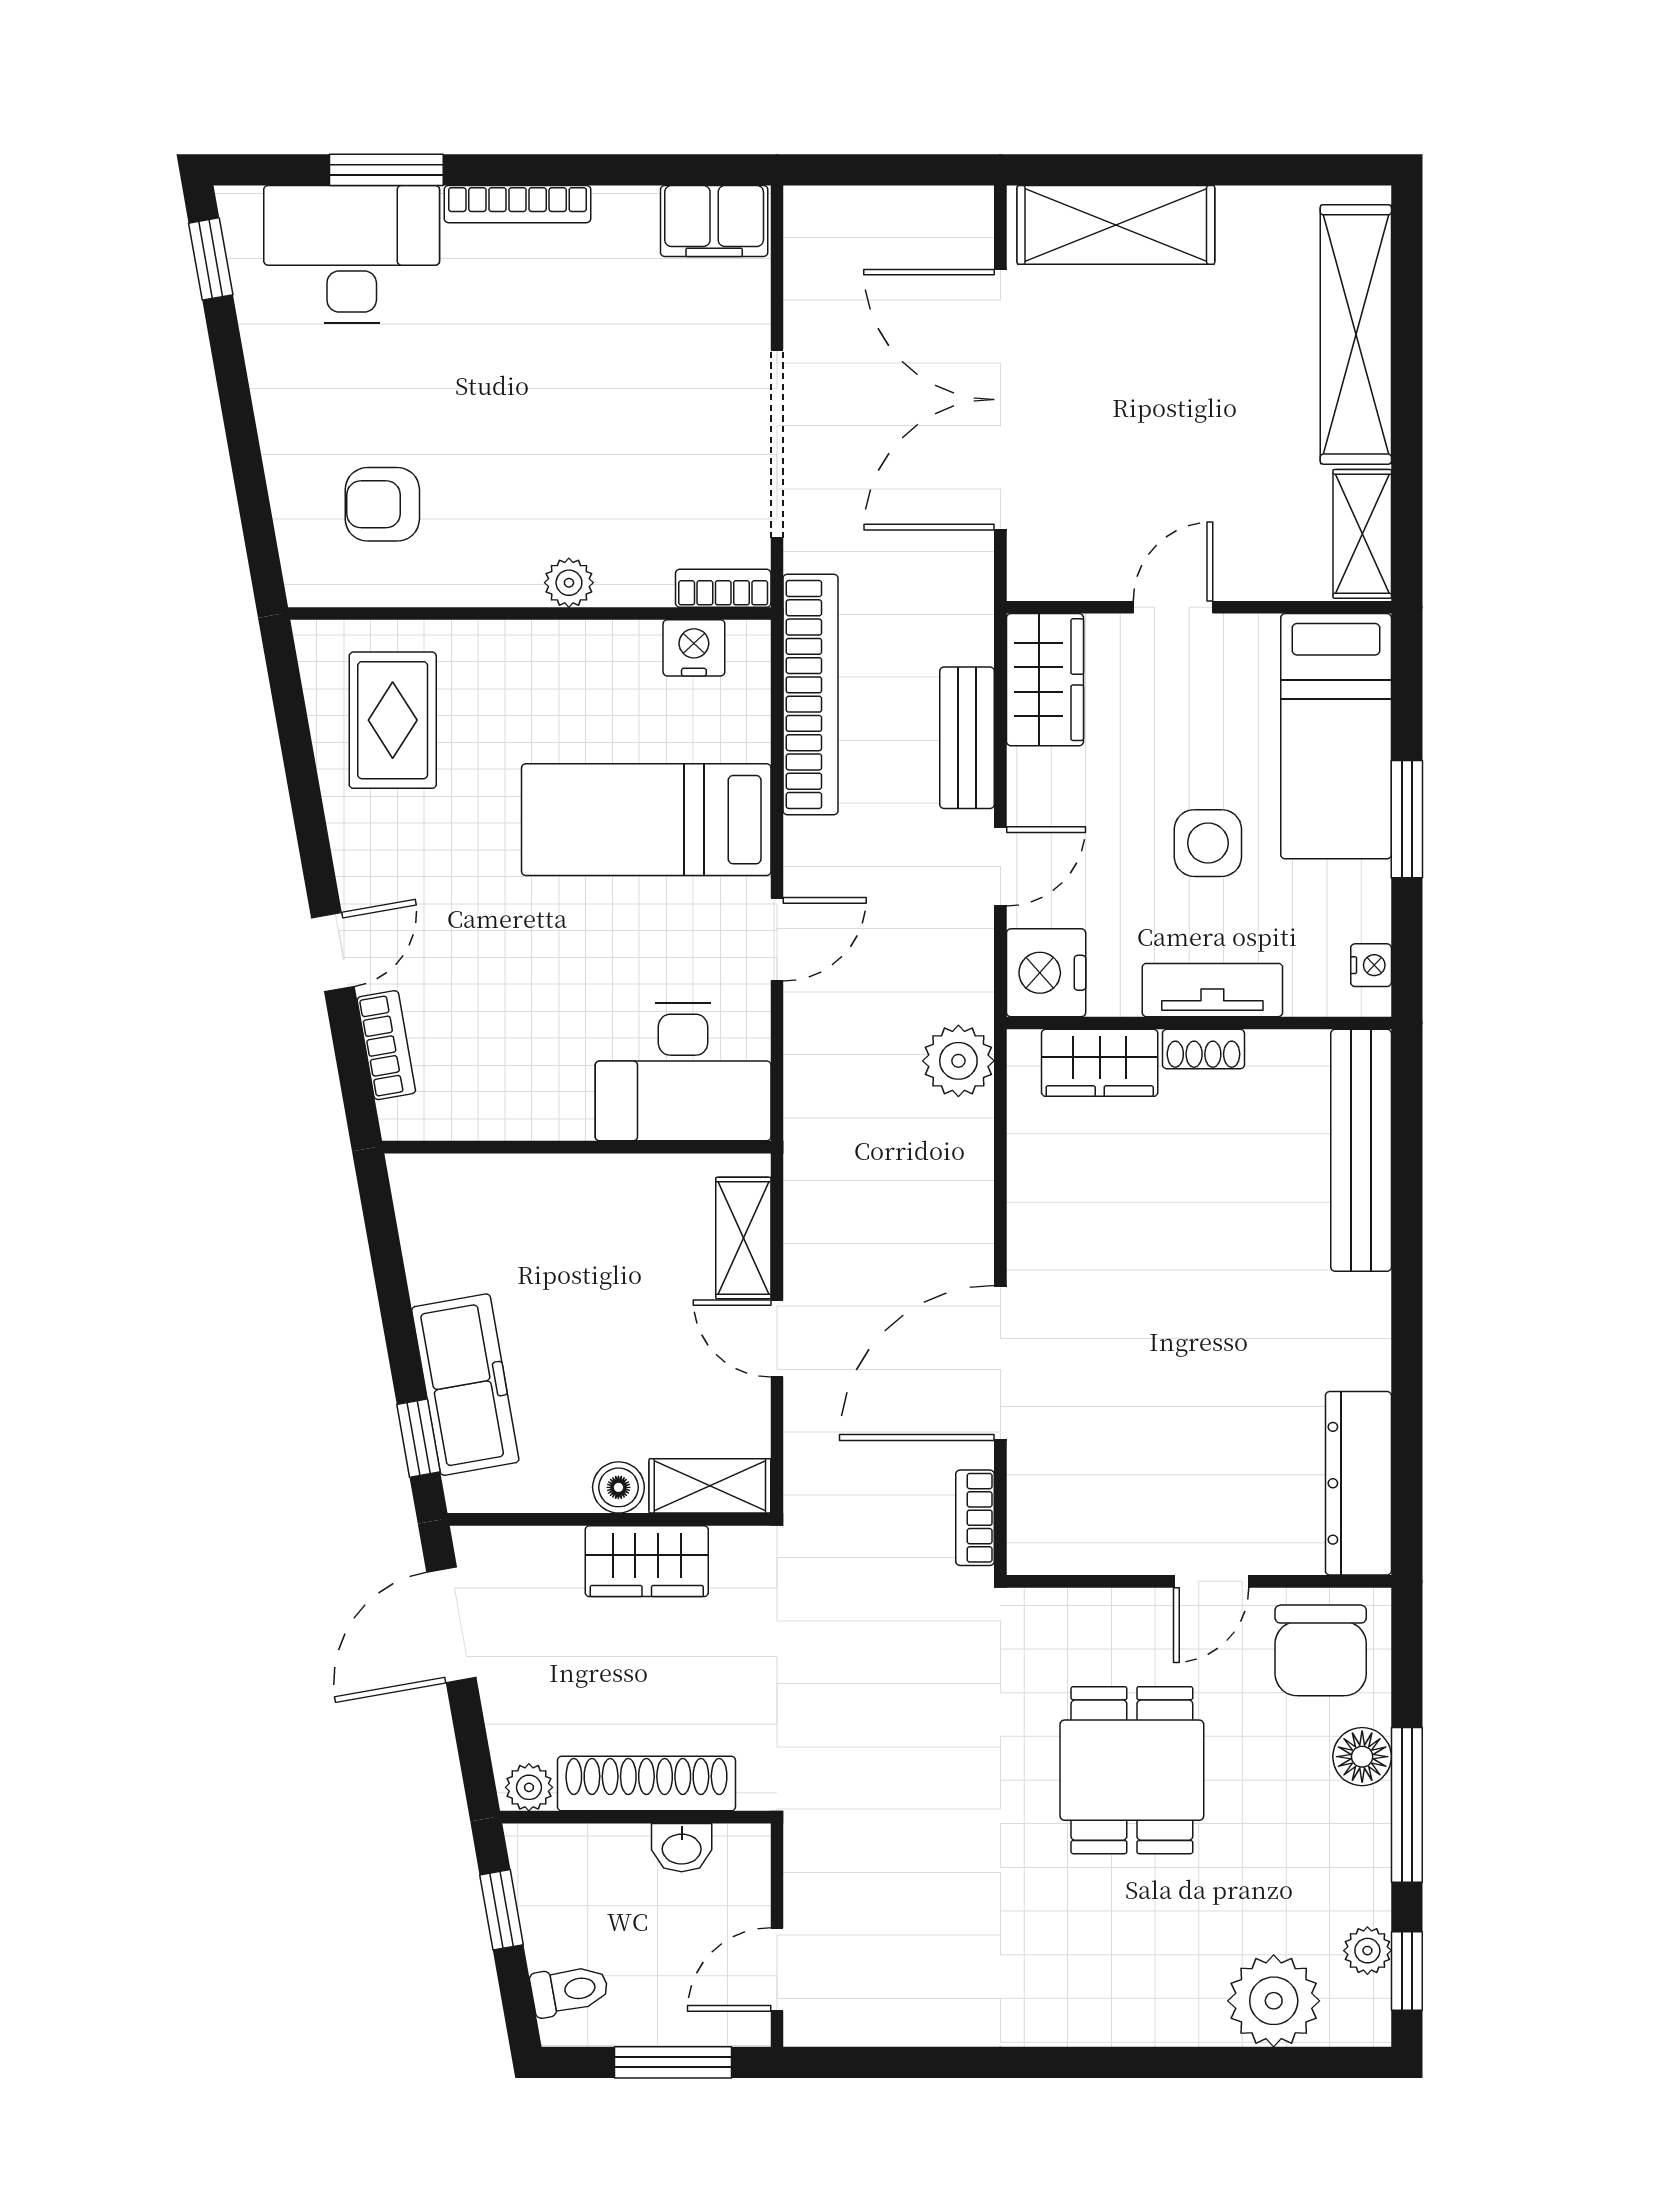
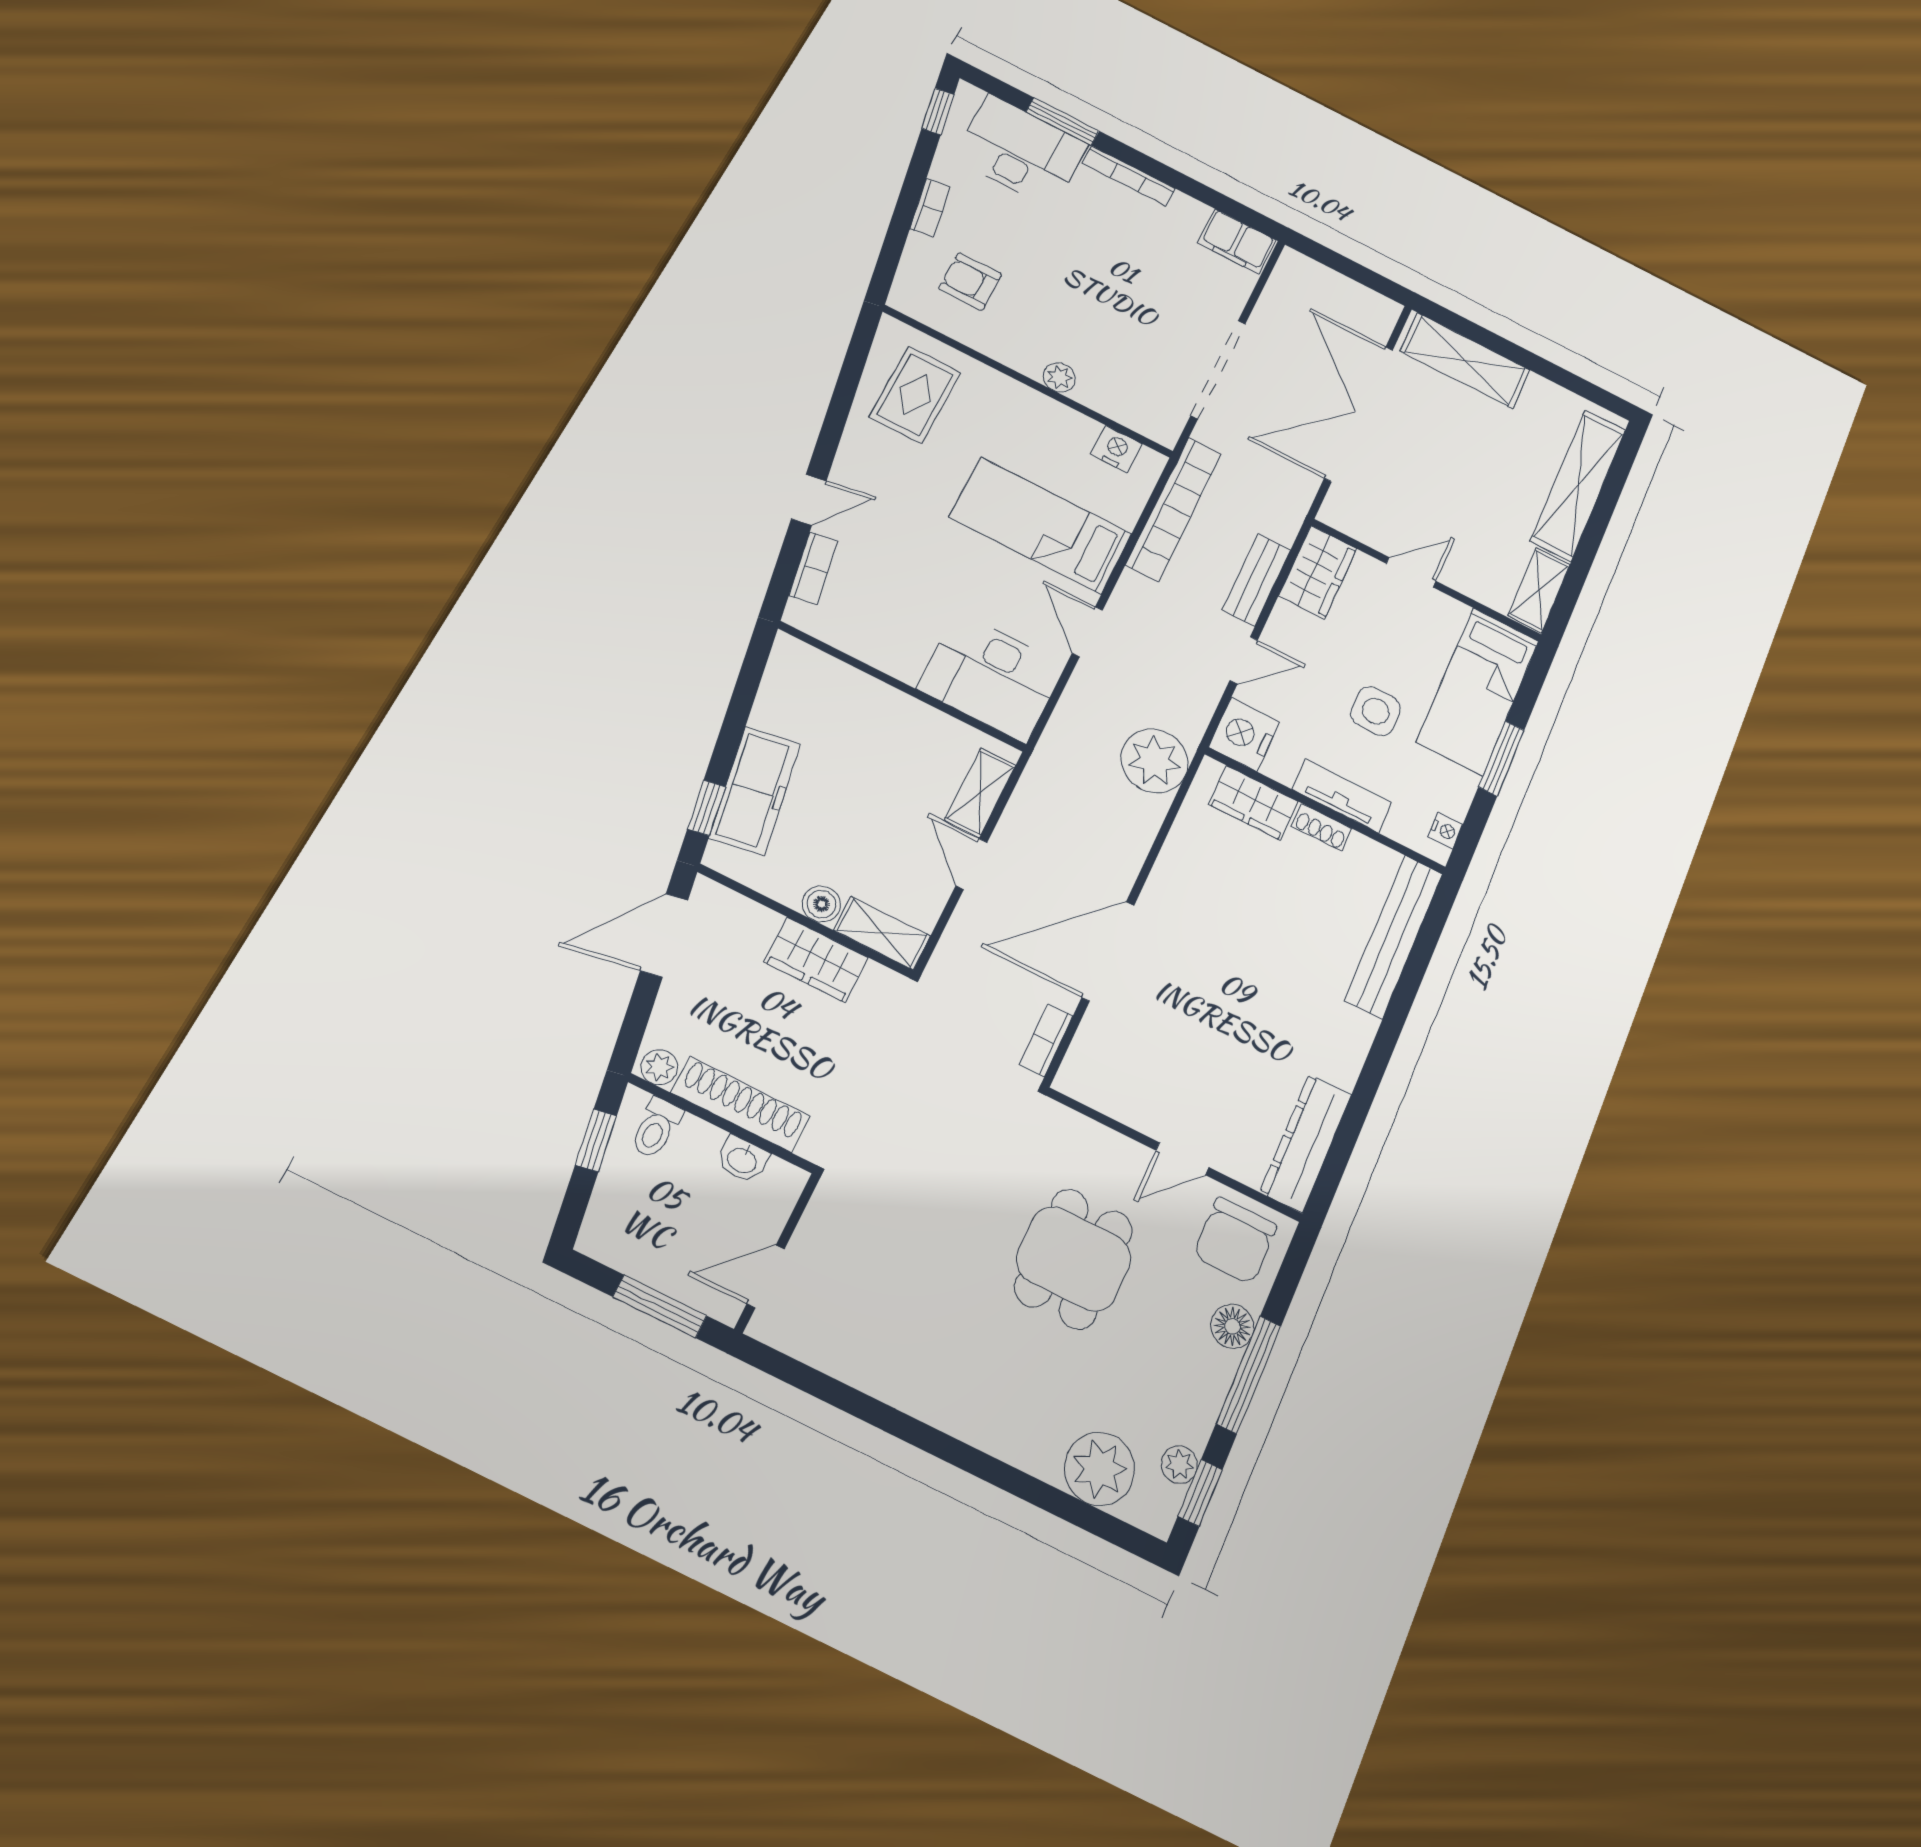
bookcase: (723, 588) -> (930, 208), moved, turned 80
door: (777, 939) -> (1087, 632), swing flipped
plant: (958, 1061) -> (1155, 761), width x1.36, depth x1.36
toilet: (570, 1990) -> (656, 1128), moved, turned 100

